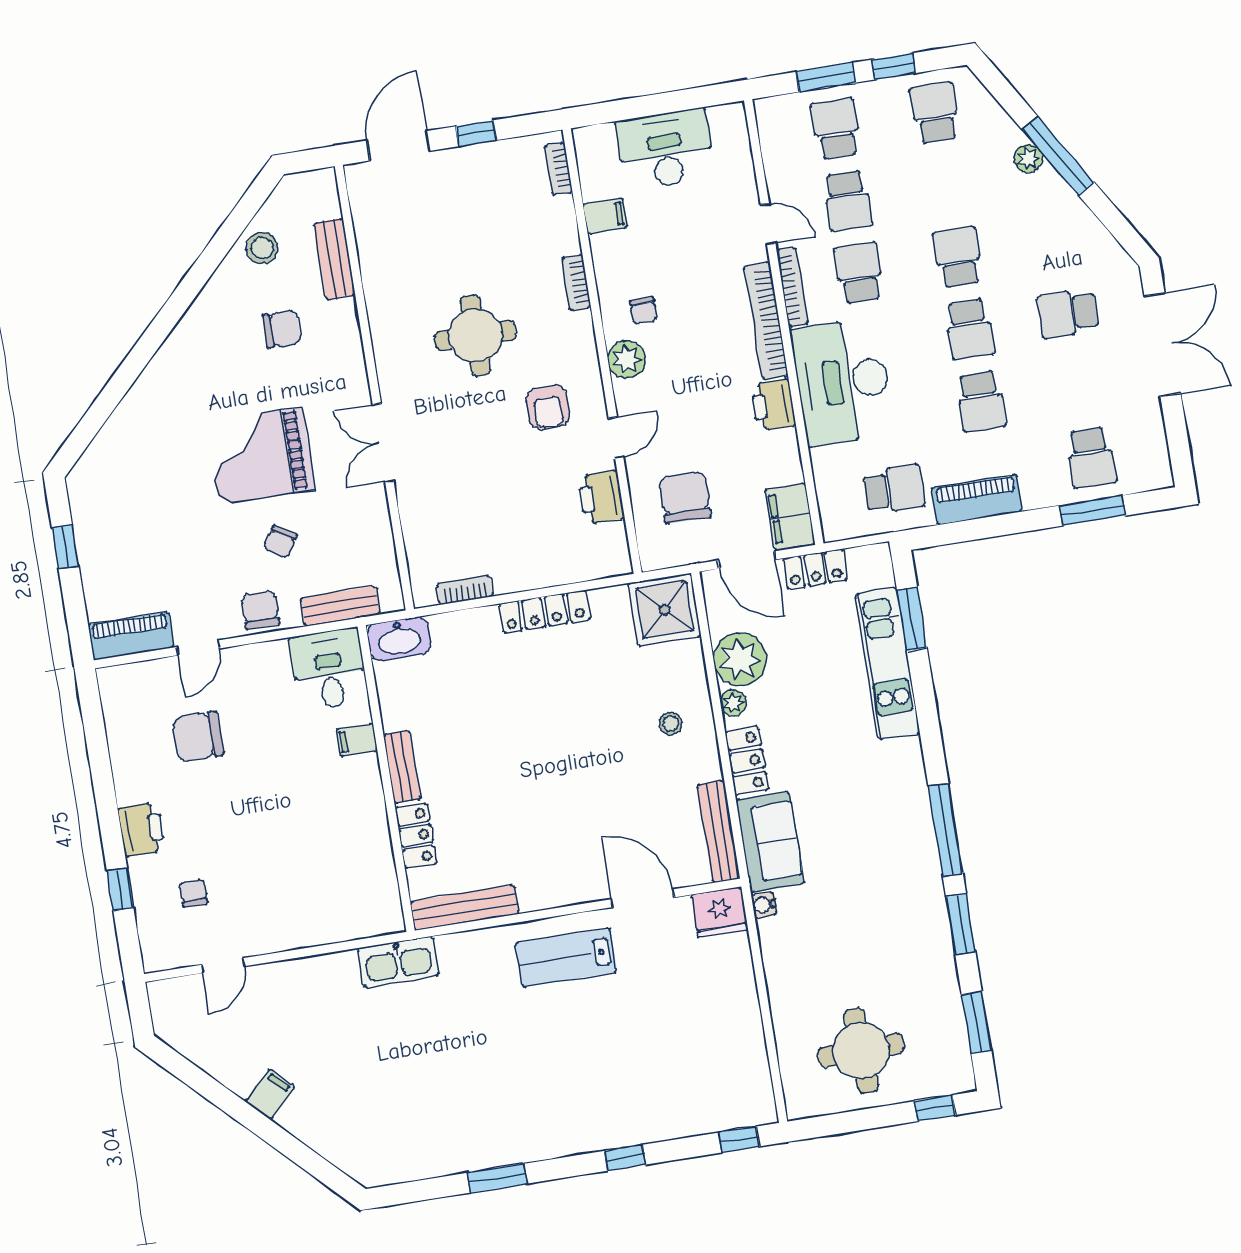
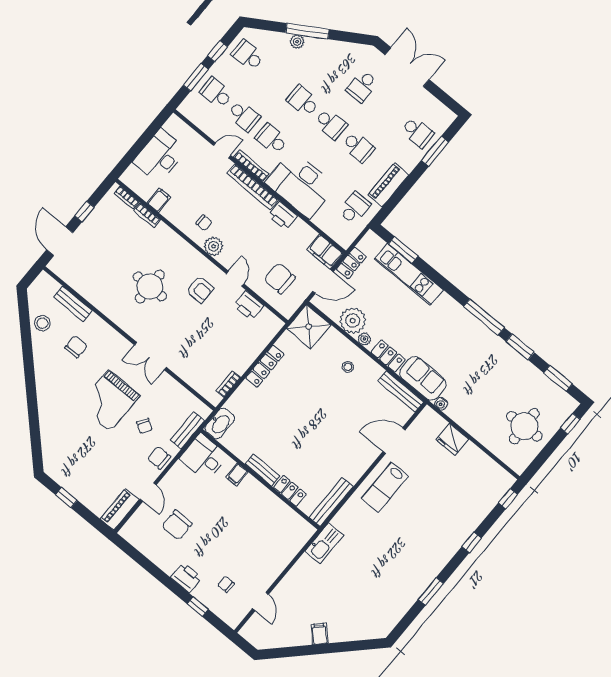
bookcase: (576, 283) -> (147, 215), moved
fridge: (720, 912) -> (452, 439), moved, turned 90

